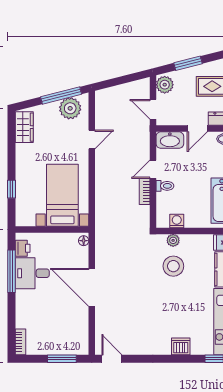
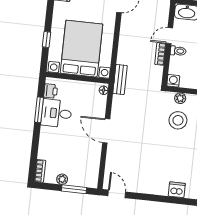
bed with nightstands: (62, 195) -> (81, 49), width x1.36
washing machine: (177, 221) -> (173, 81), moved
bench: (101, 226) -> (120, 79), added
window: (11, 271) -> (39, 110), width x0.69
door: (92, 287) -> (106, 131), width x0.73
plant: (47, 349) -> (62, 179), added

